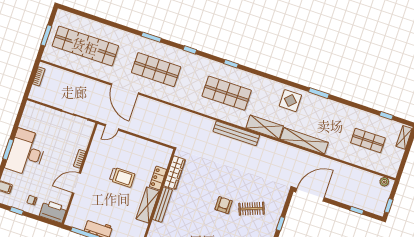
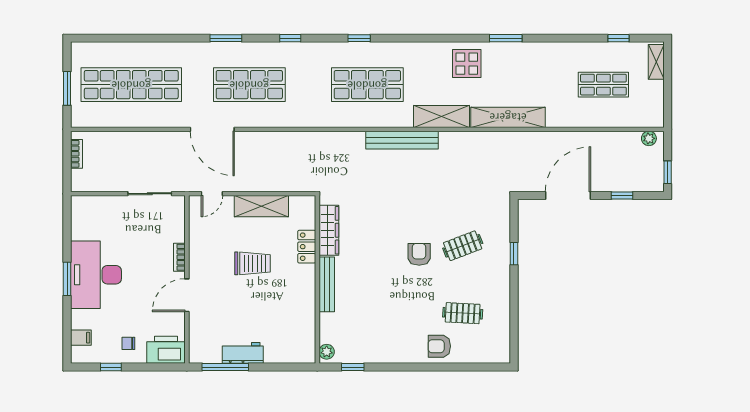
door: (310, 195) -> (568, 195), moved
shelving: (148, 205) -> (261, 206), moved, turned 90

